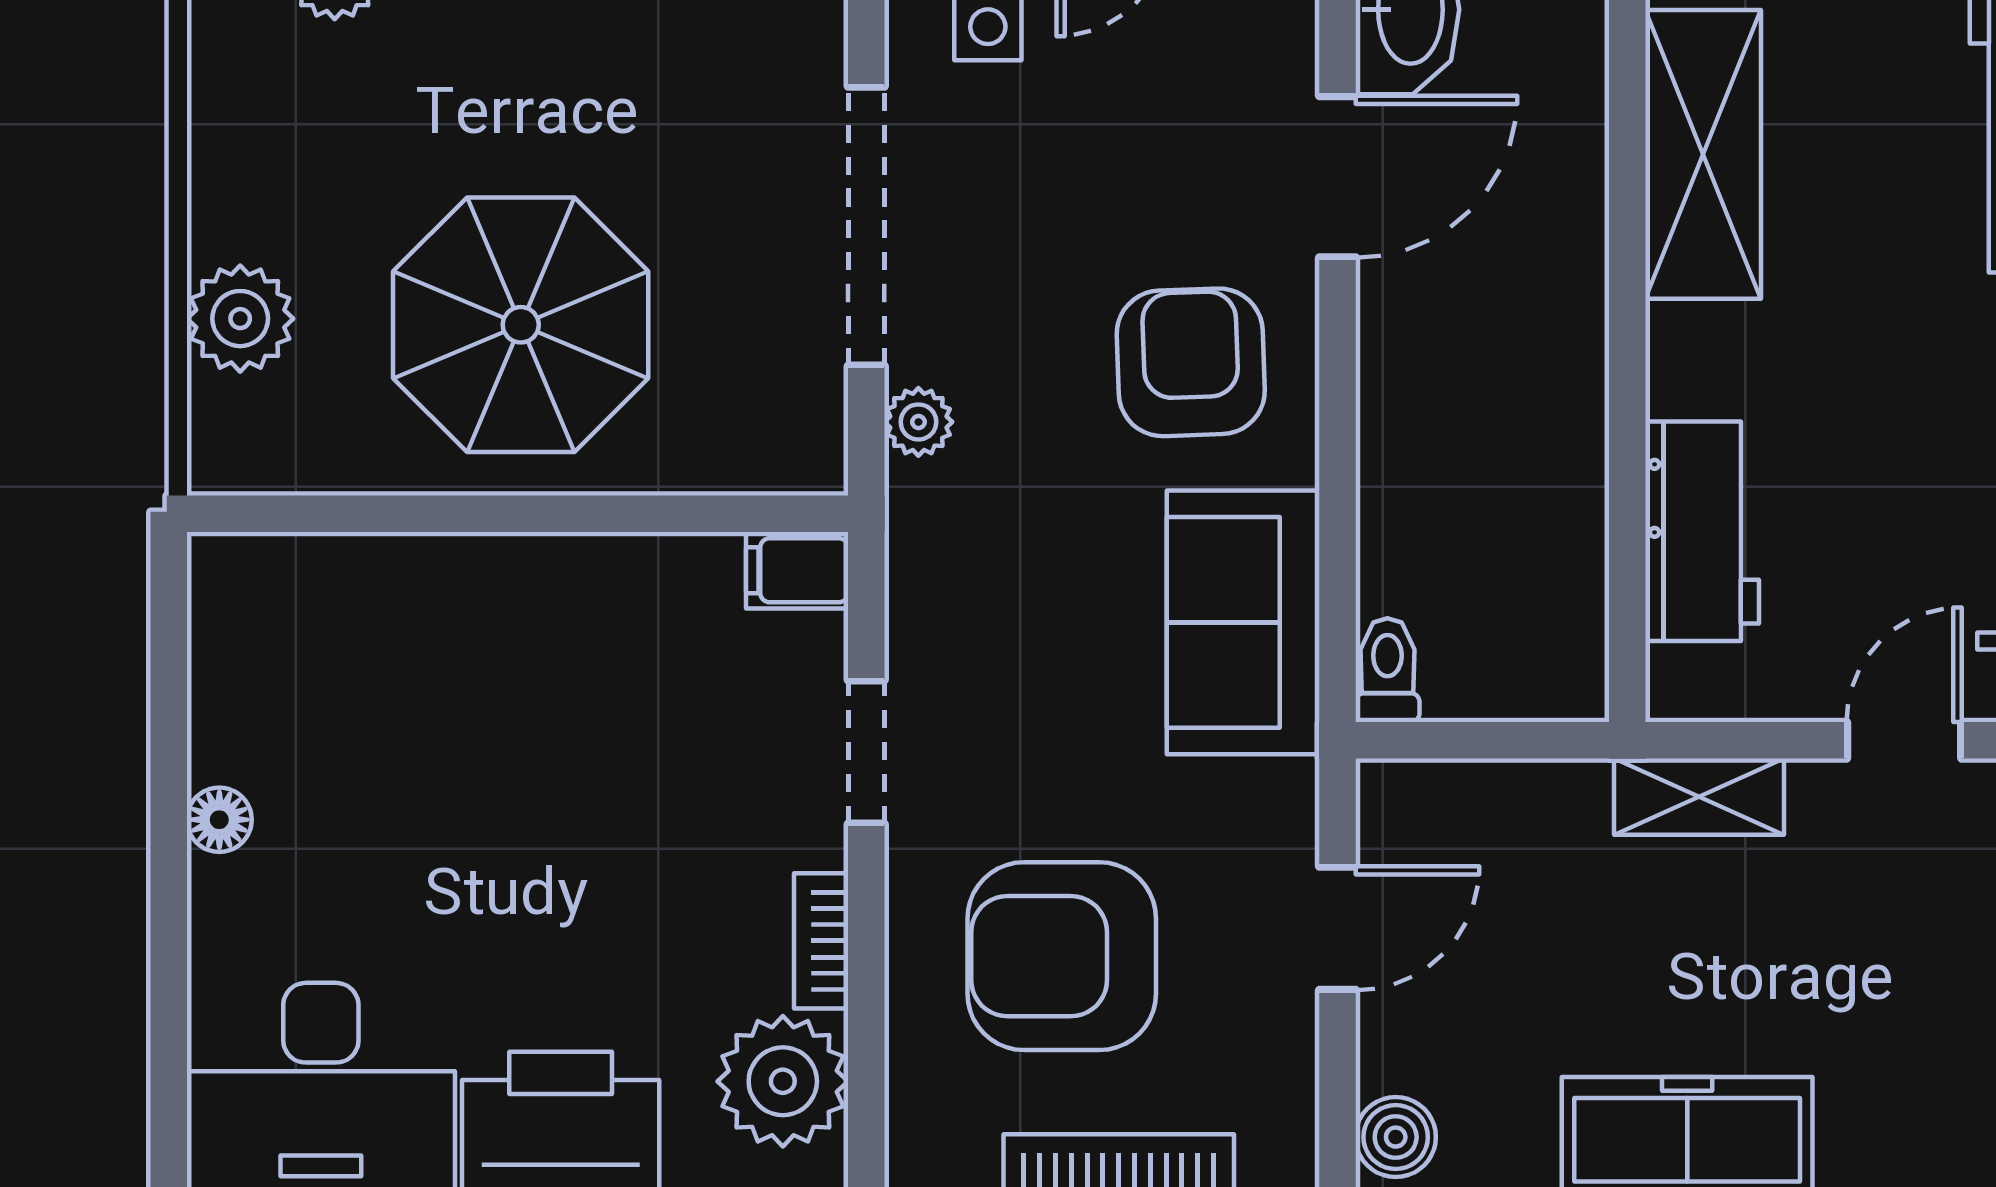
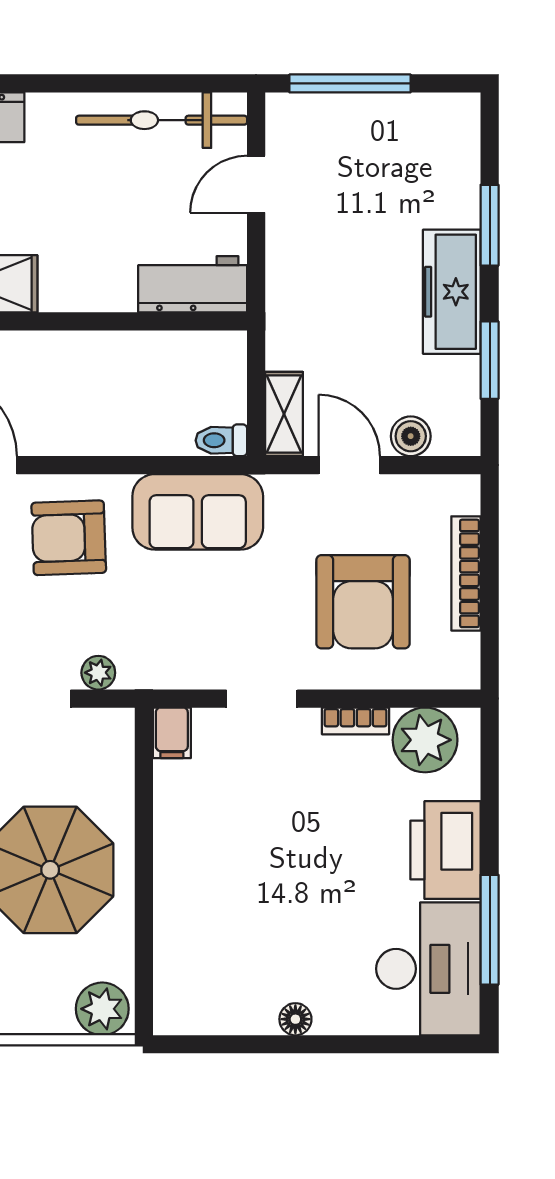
plant: (240, 319) -> (102, 1009), moved
workbench: (1702, 531) -> (193, 284), moved
door: (1904, 740) -> (256, 184), hinge flipped
shelving: (1699, 797) -> (284, 414), moved
boiler: (1396, 1137) -> (411, 436), moved

